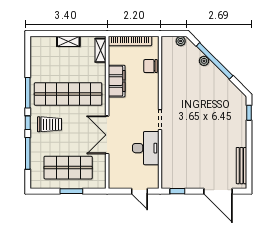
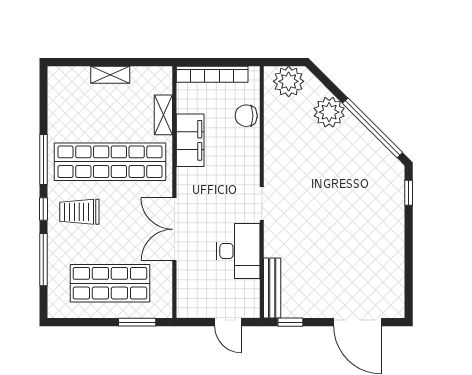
plant: (181, 41) -> (289, 81), width x1.88, depth x1.88
shelving: (100, 50) -> (163, 115), moved
plant: (204, 61) -> (329, 112), width x1.88, depth x1.88
window: (215, 61) -> (373, 128), moved
trolley: (50, 124) -> (79, 212), turned 180
bench: (241, 166) -> (272, 288), moved
window: (71, 191) -> (137, 322), moved

